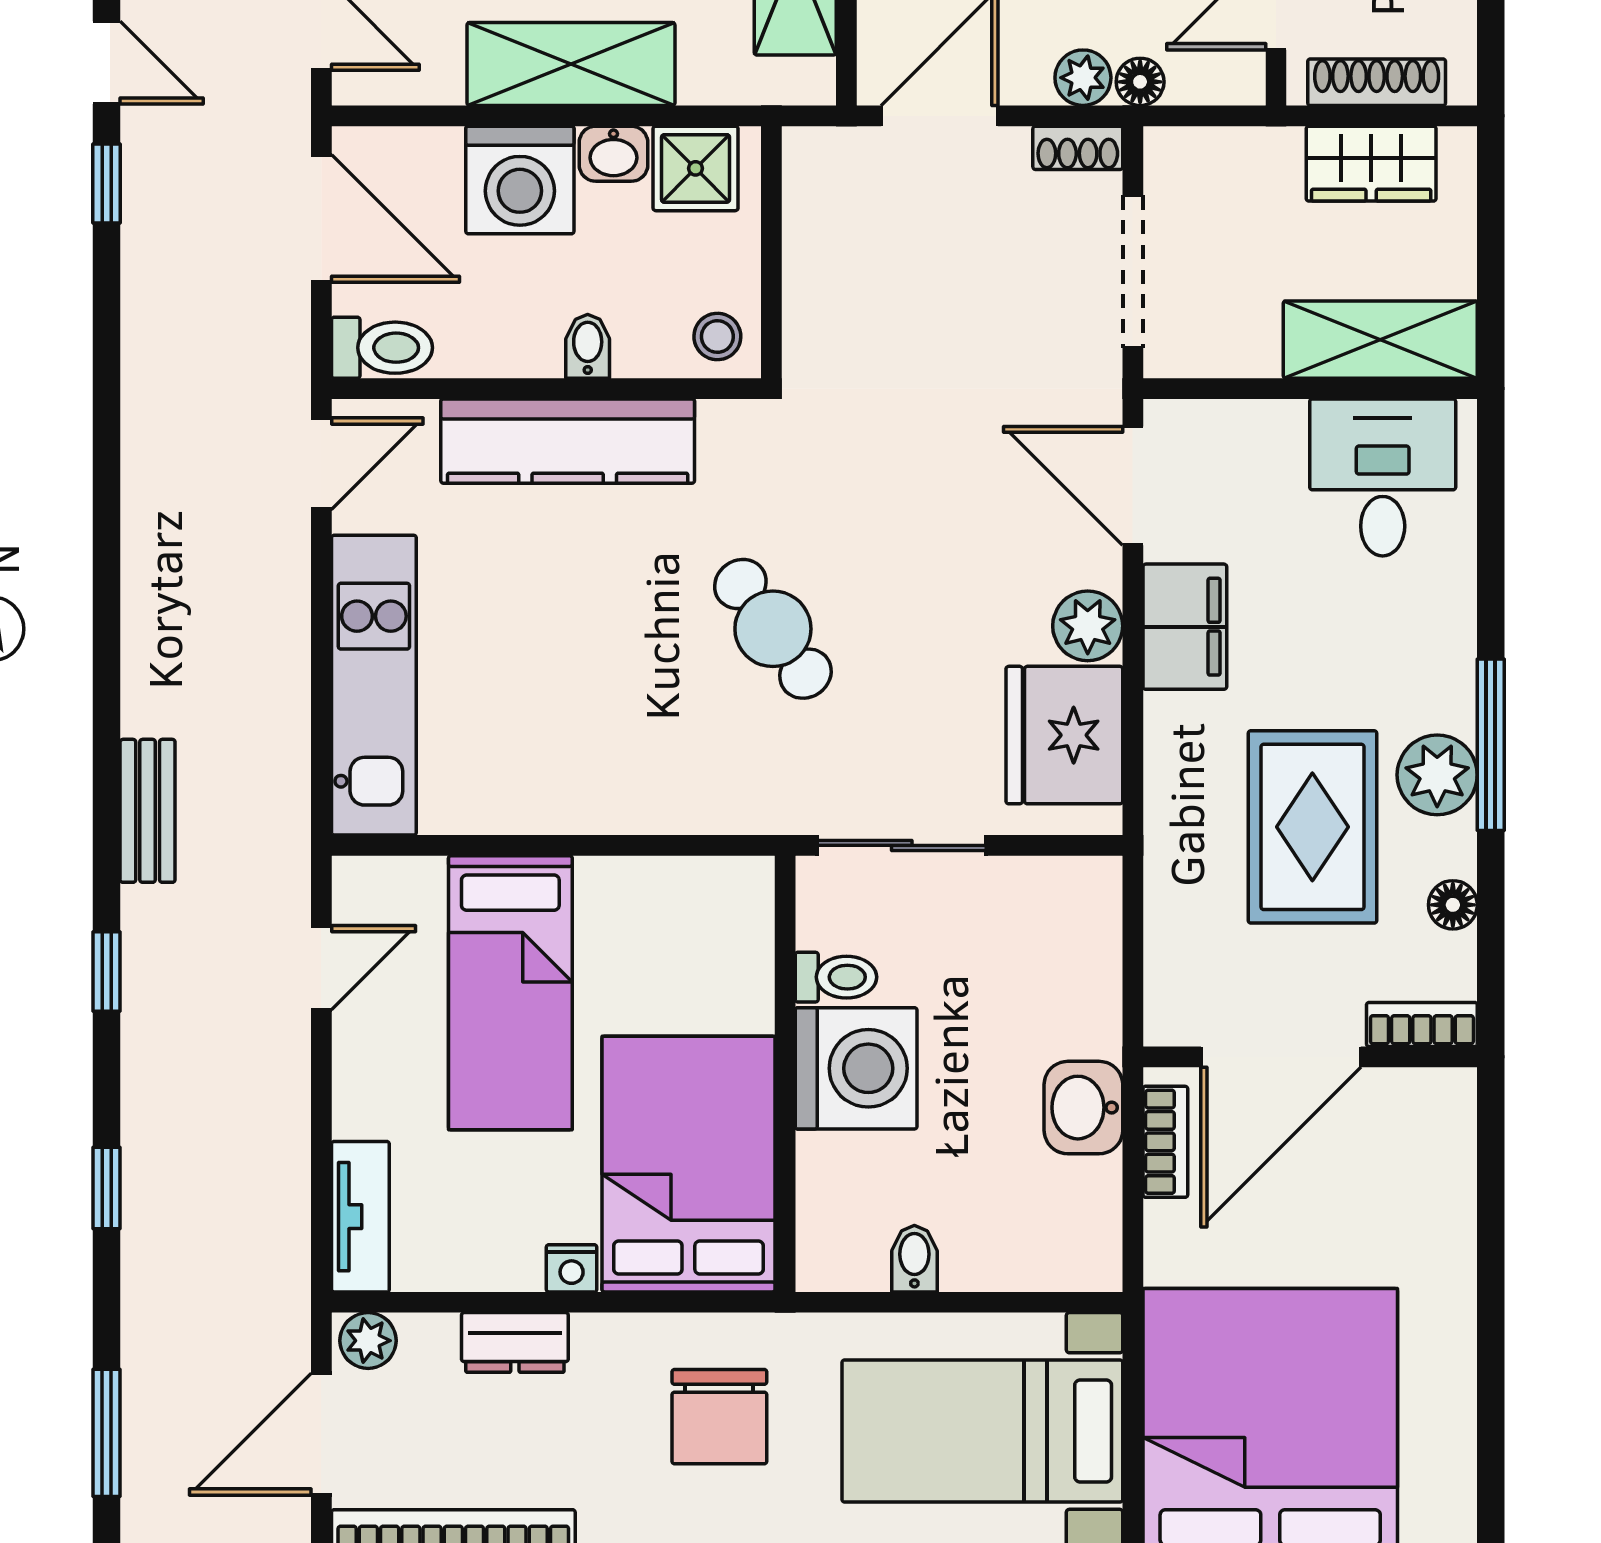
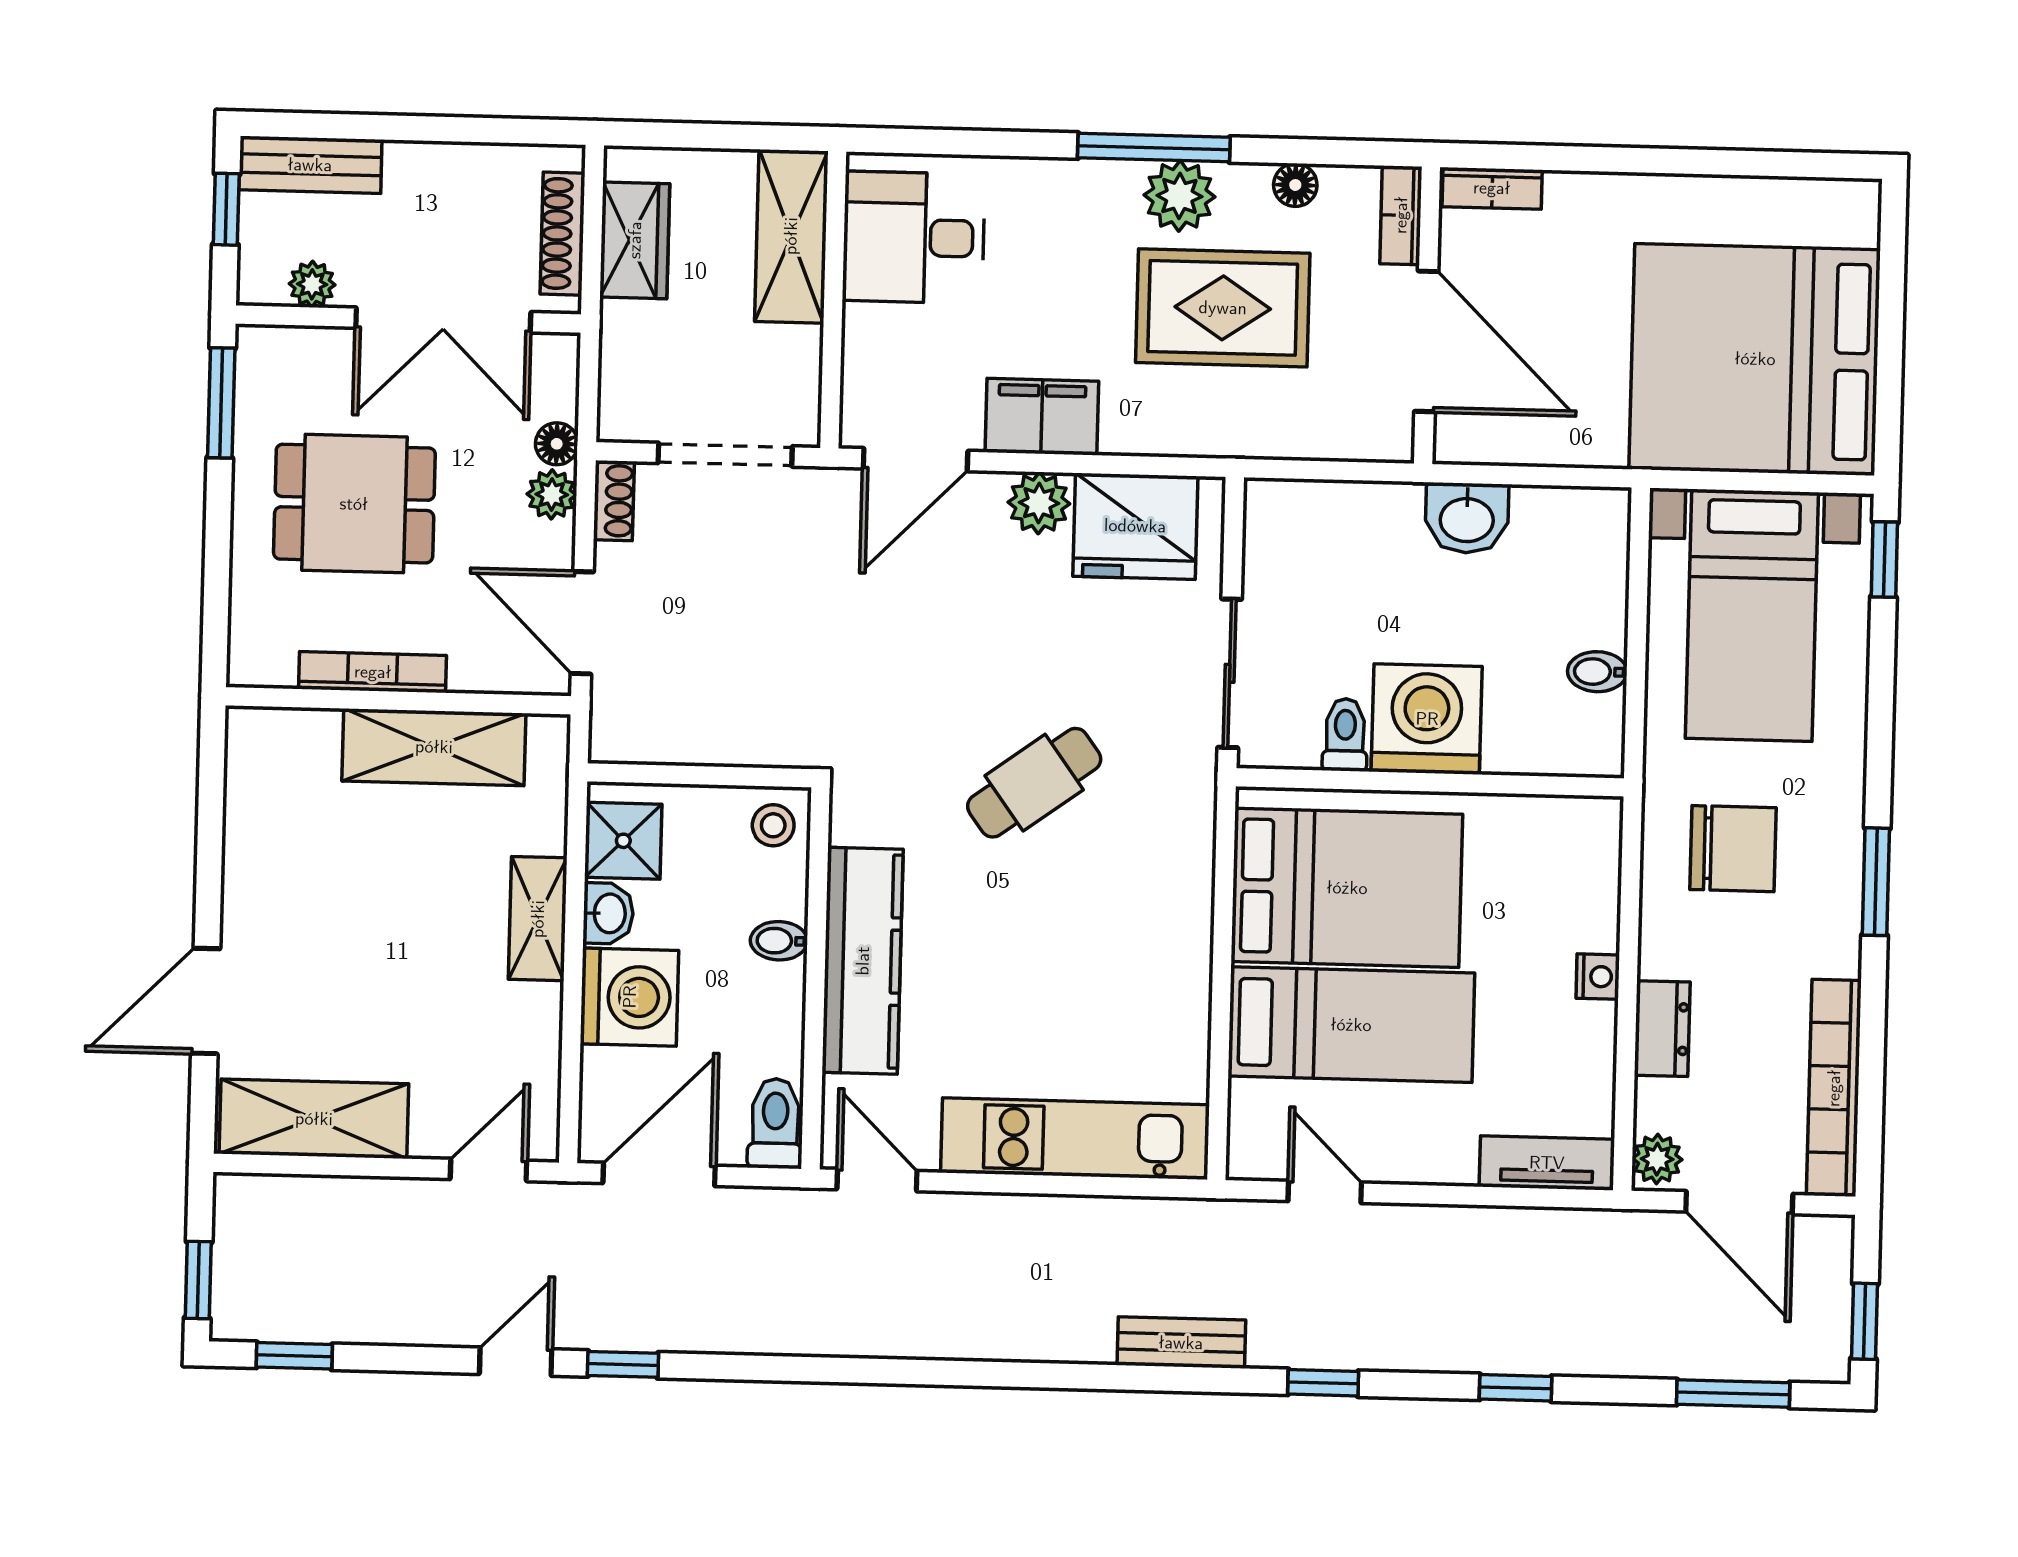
shelving: (571, 64) -> (538, 919), width x0.67, depth x0.75
bookcase: (1165, 1142) -> (1492, 188), moved, turned 180
bed: (688, 1164) -> (1347, 888), moved, turned 180

